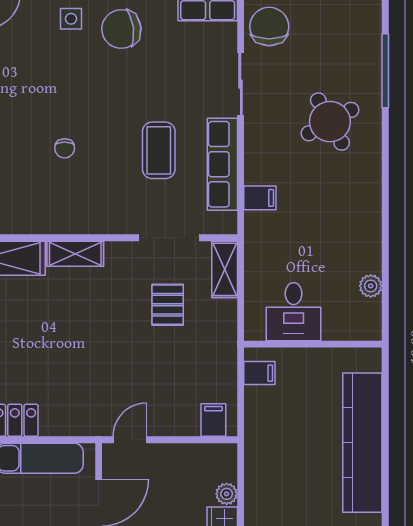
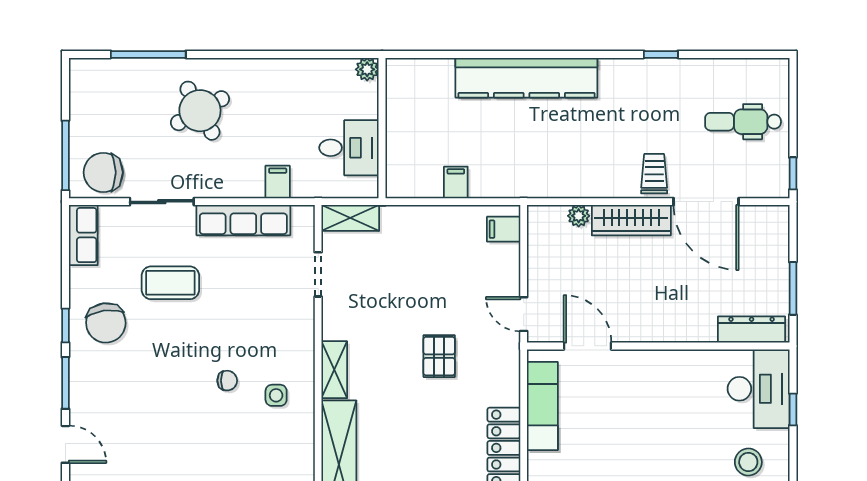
side table: (71, 19) -> (276, 395), moved
coffee table: (159, 150) -> (170, 283), moved
doorway: (169, 238) -> (318, 274), width x0.73
pallet: (168, 305) -> (439, 356), moved, turned 90
desk: (294, 312) -> (349, 148), moved
wall: (313, 344) -> (382, 128), moved

